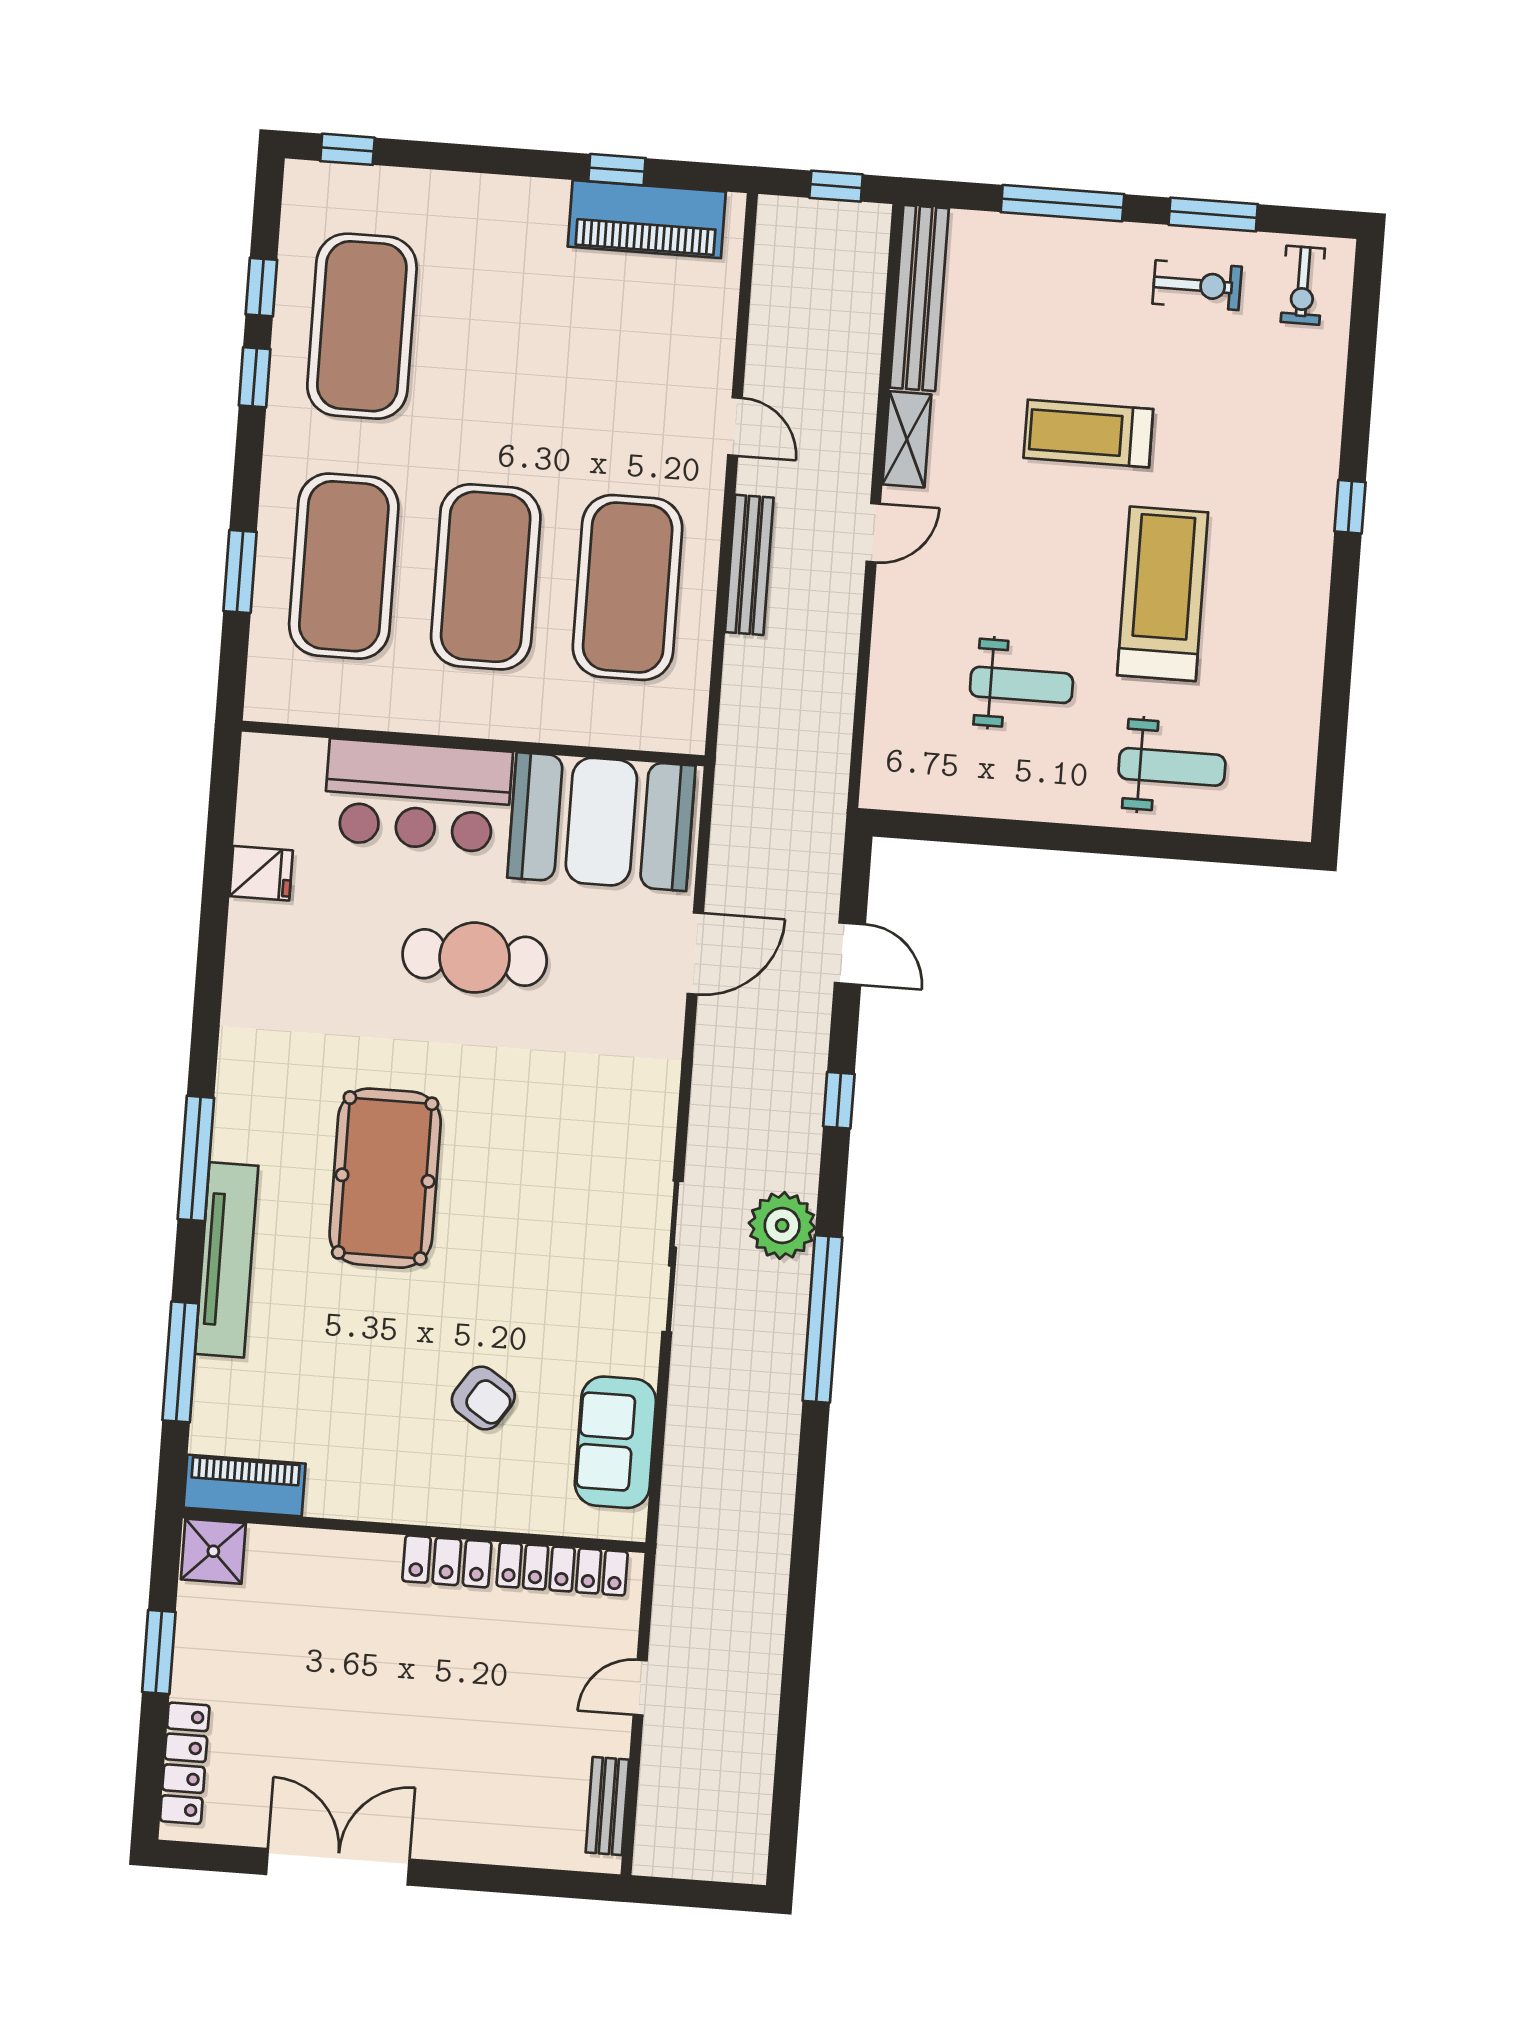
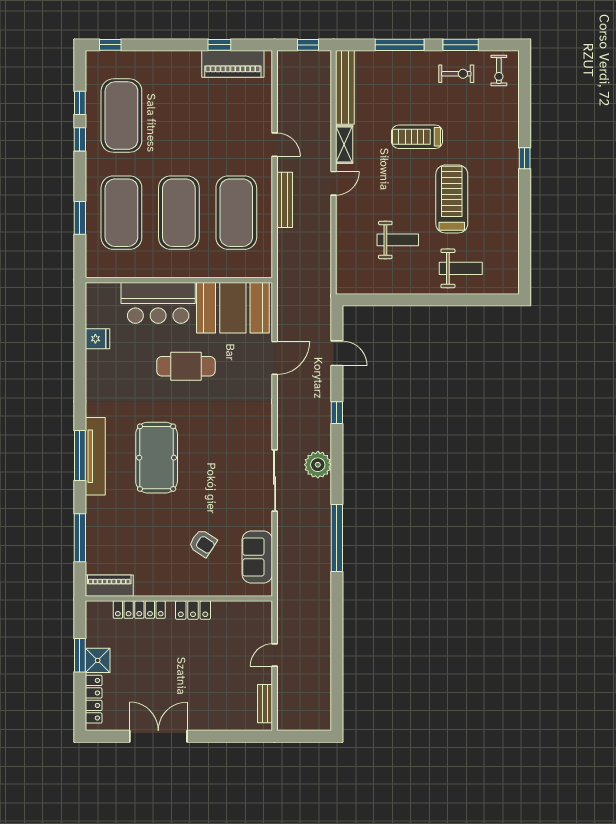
tv unit: (227, 1260) -> (95, 456), moved
window: (822, 1319) -> (337, 538), moved
shower: (213, 1551) -> (98, 660), moved
locker: (562, 1569) -> (139, 610), moved

